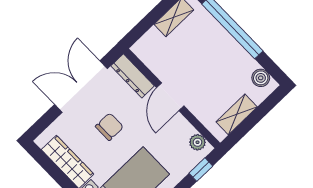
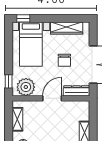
door: (170, 97) -> (52, 98), hinge flipped
plant: (197, 142) -> (26, 87), width x1.88, depth x1.88

